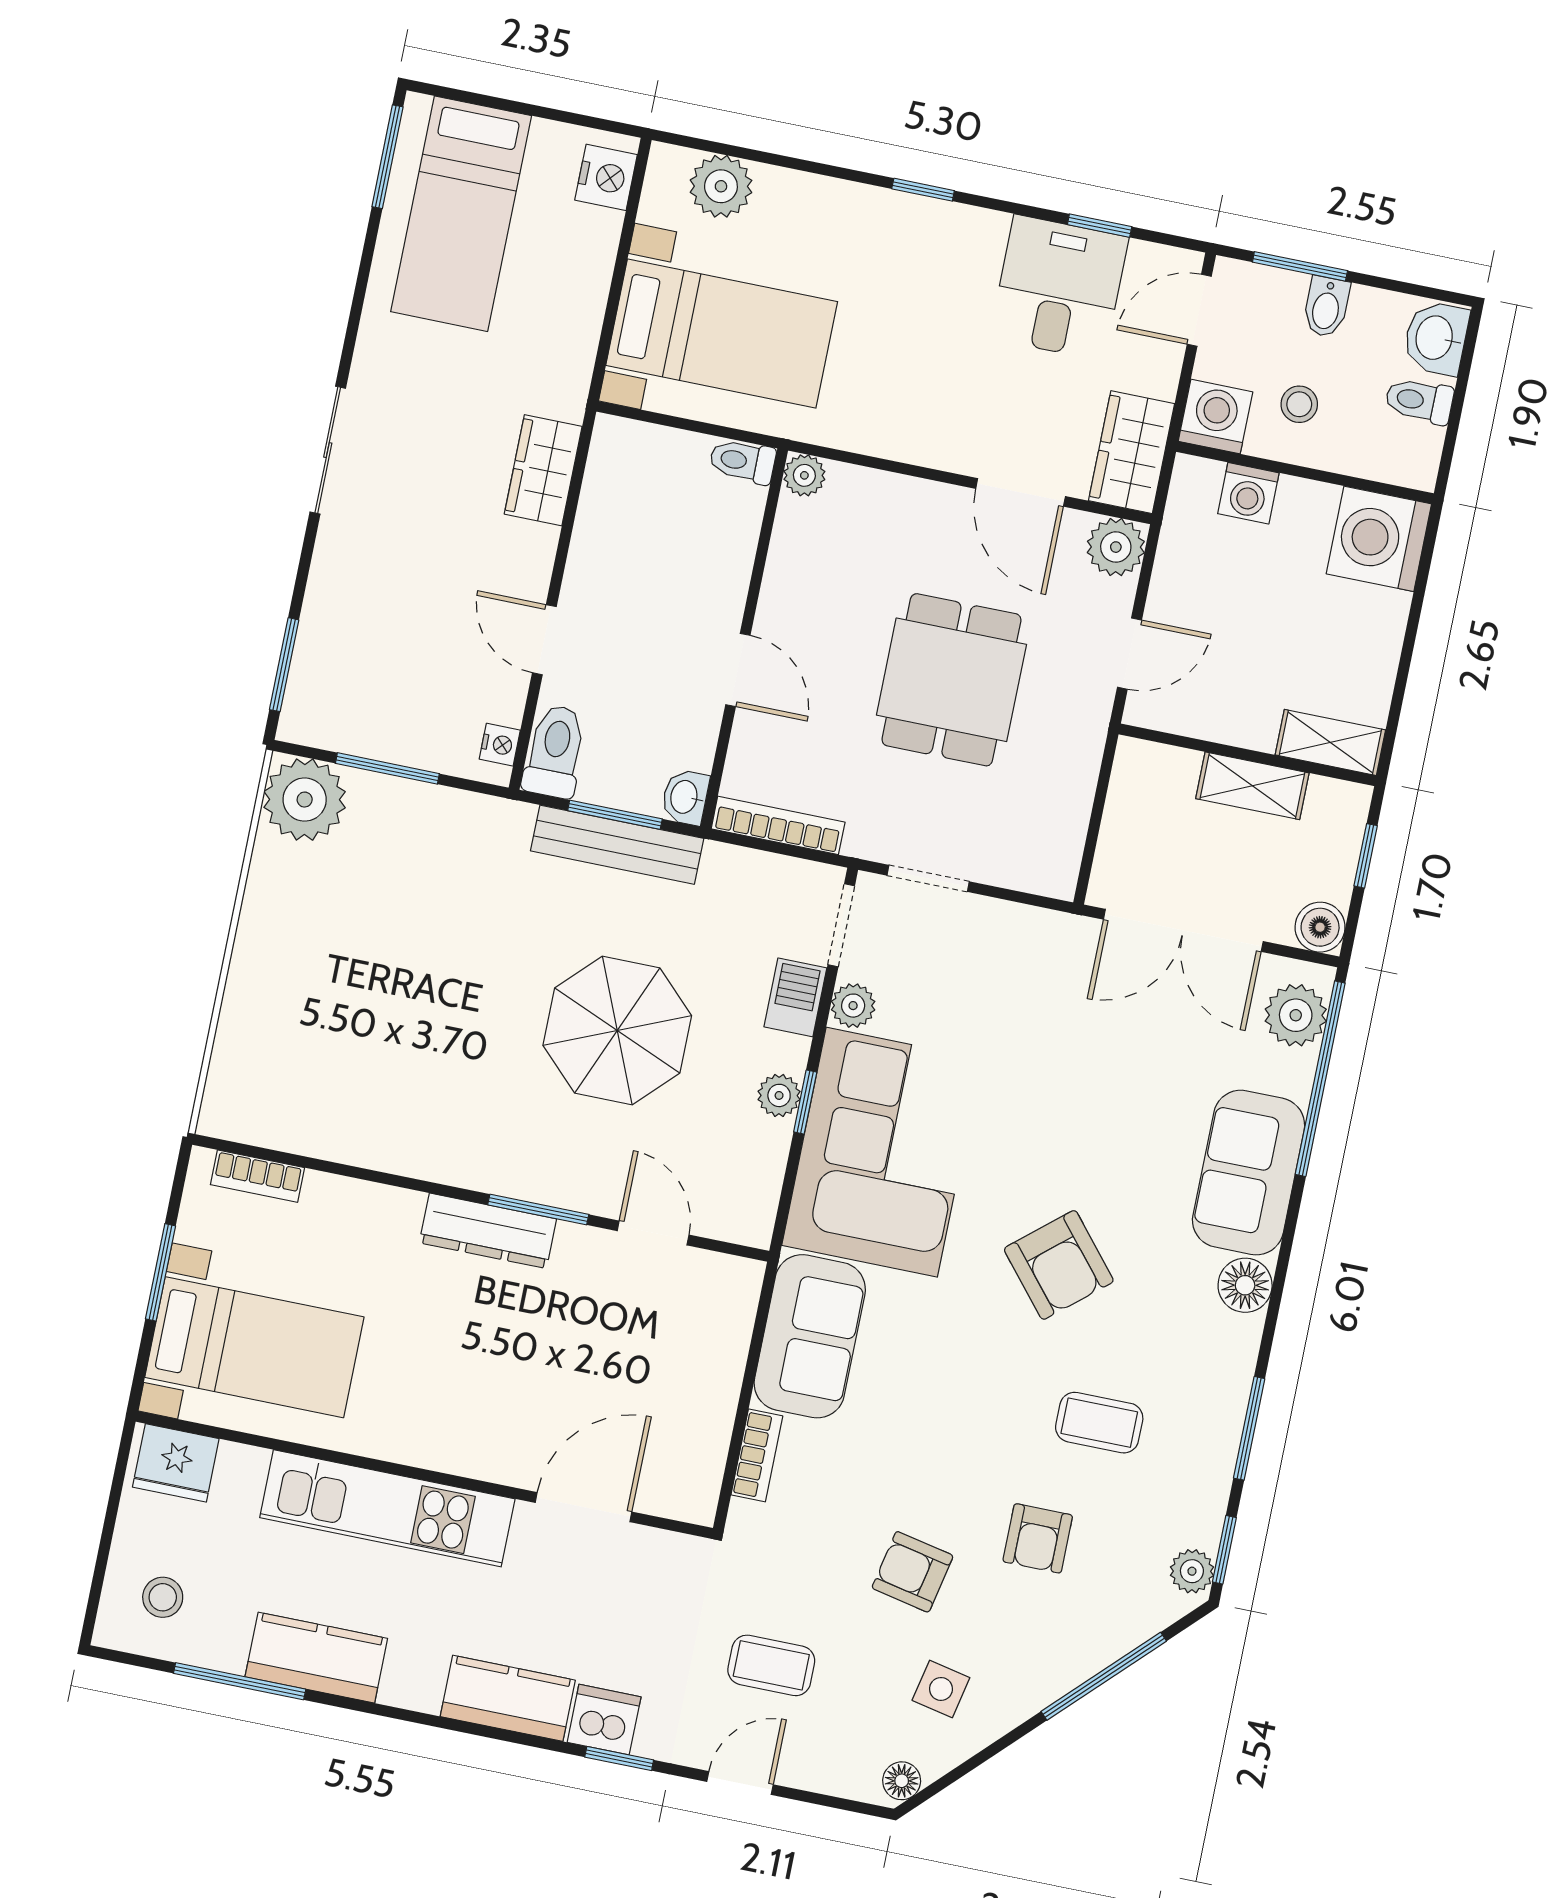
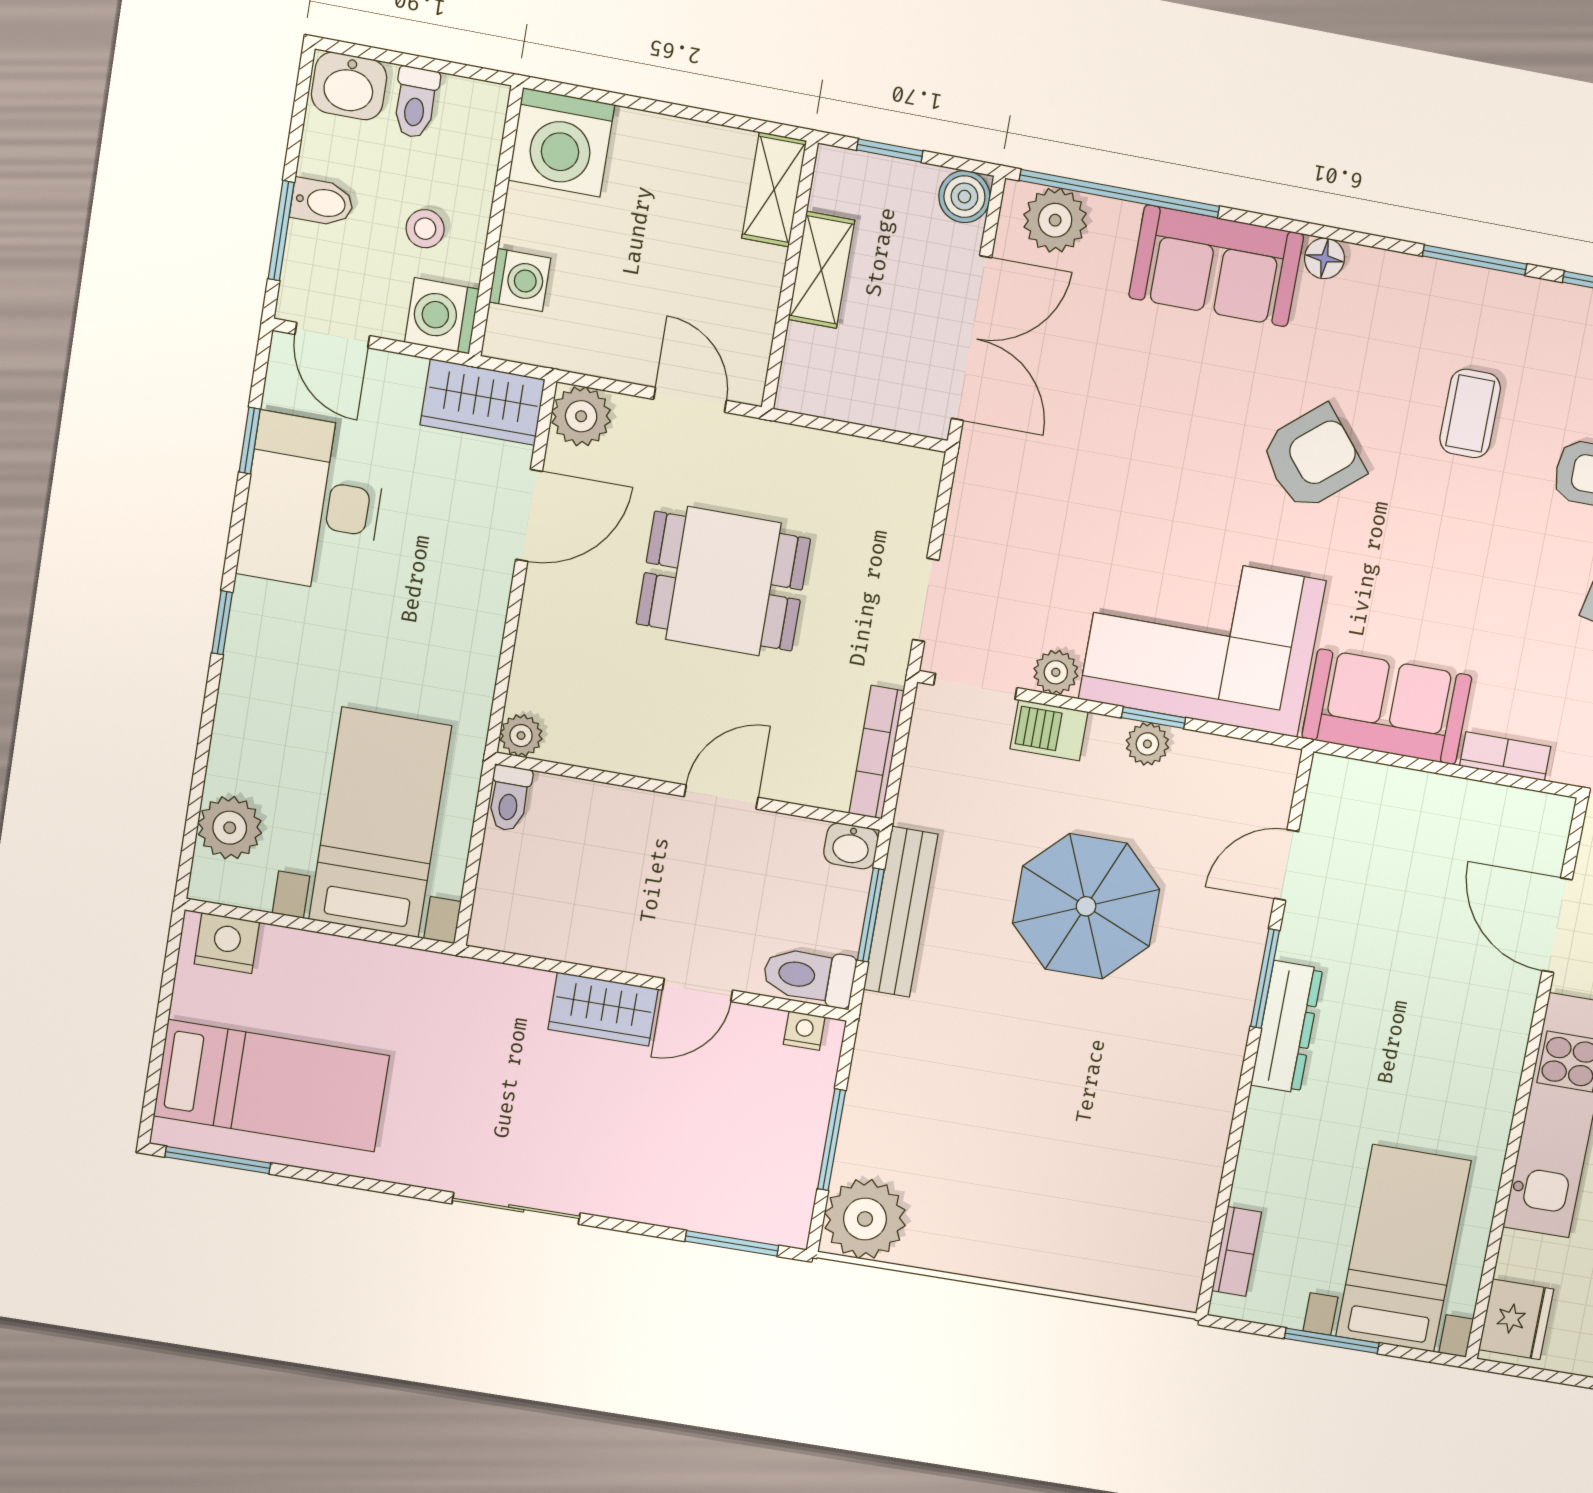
desk: (1059, 288) -> (313, 503), width x1.37
wardrobe: (543, 470) -> (603, 1009), moved
floor lamp: (1245, 1285) -> (1324, 258), width x0.73, depth x0.73

